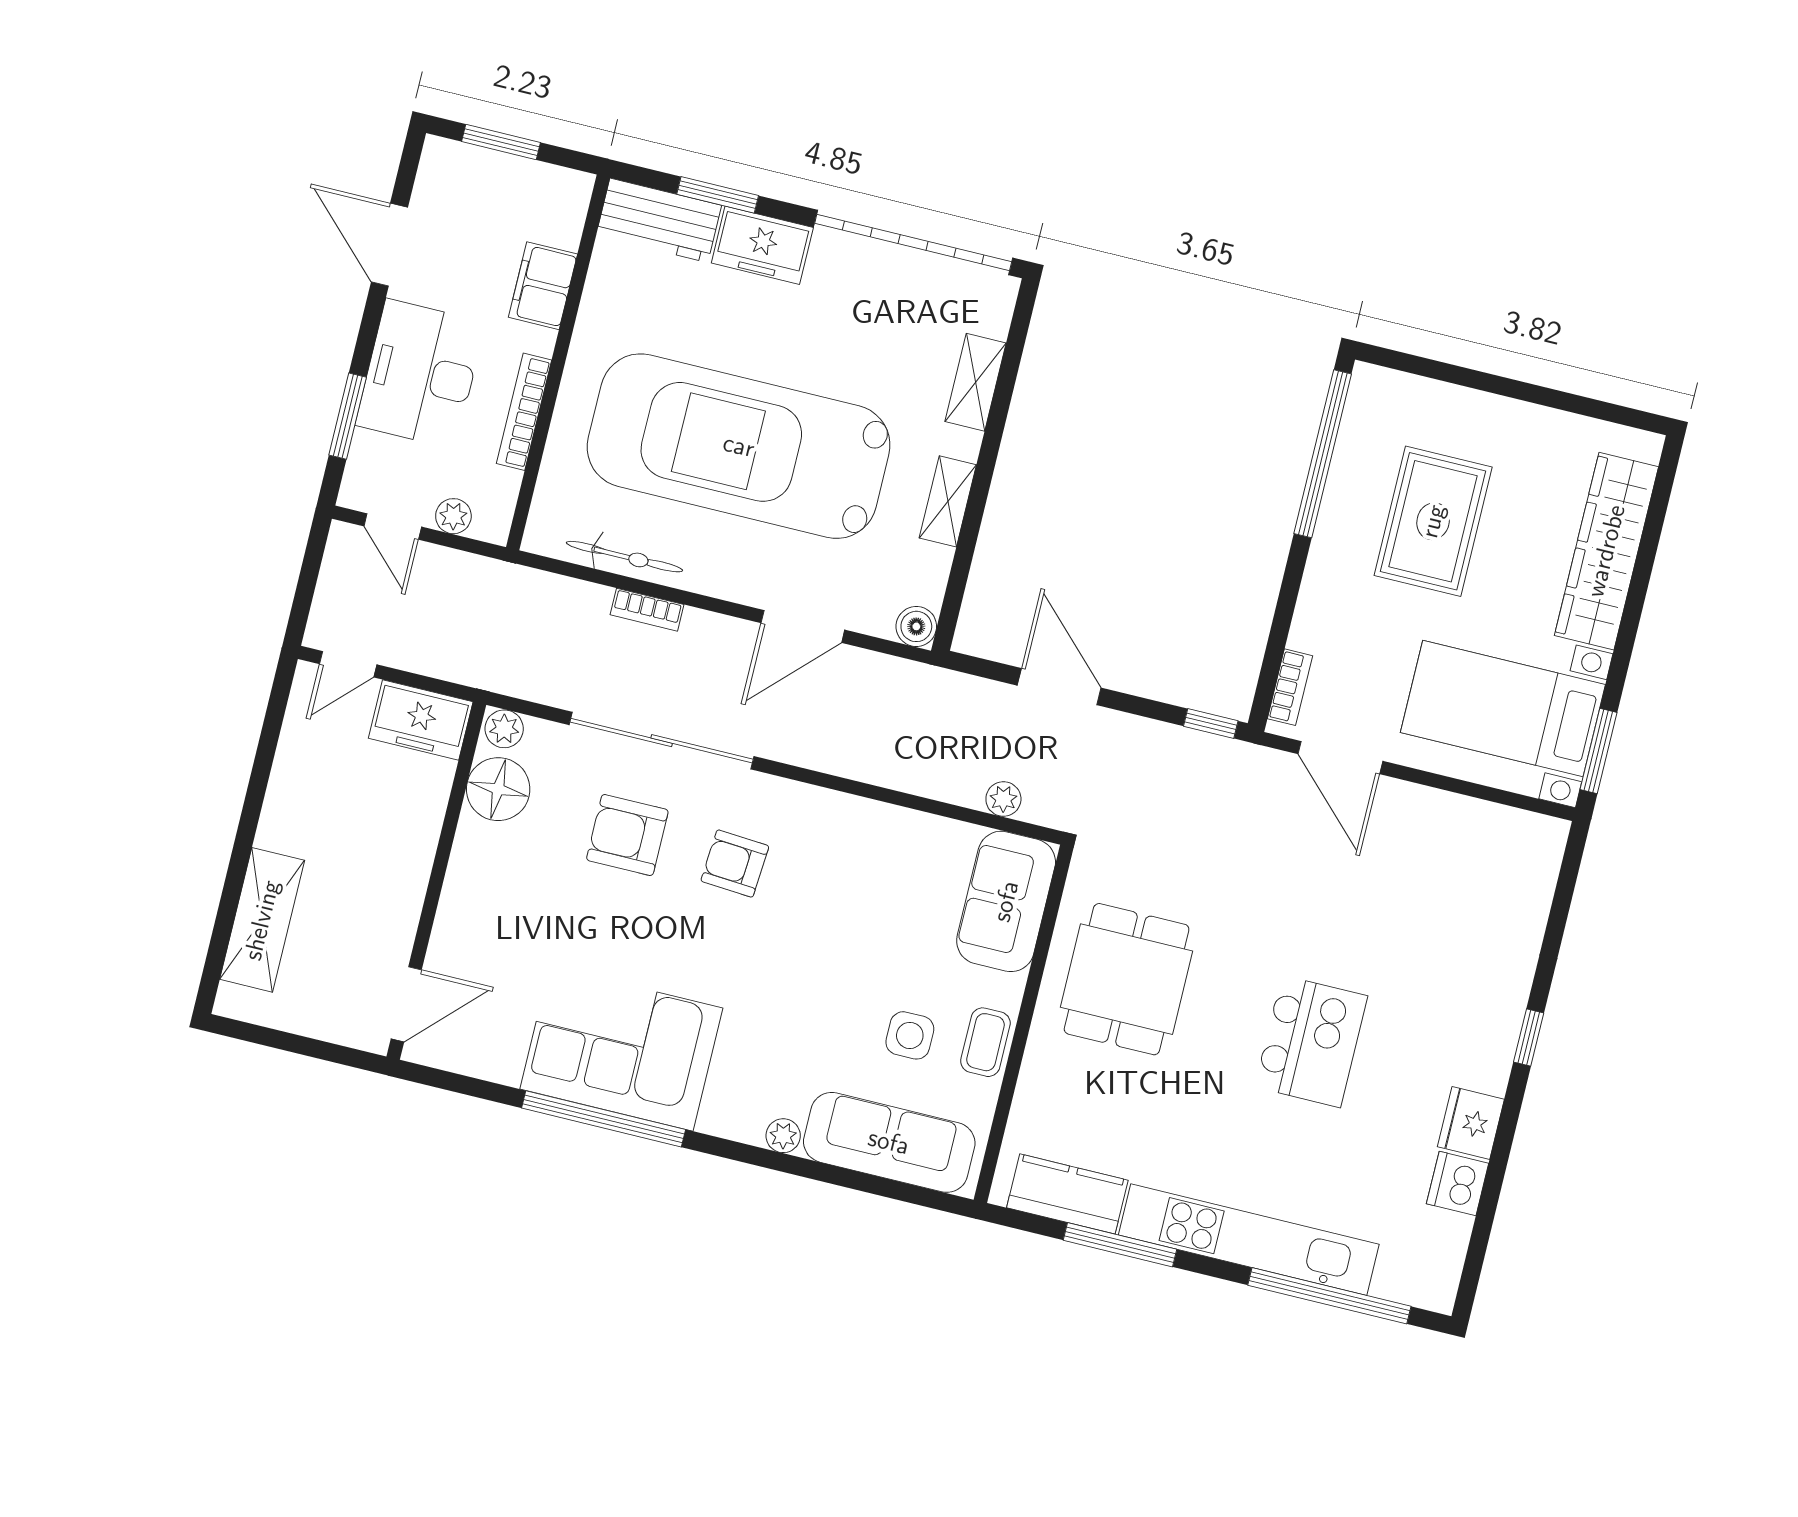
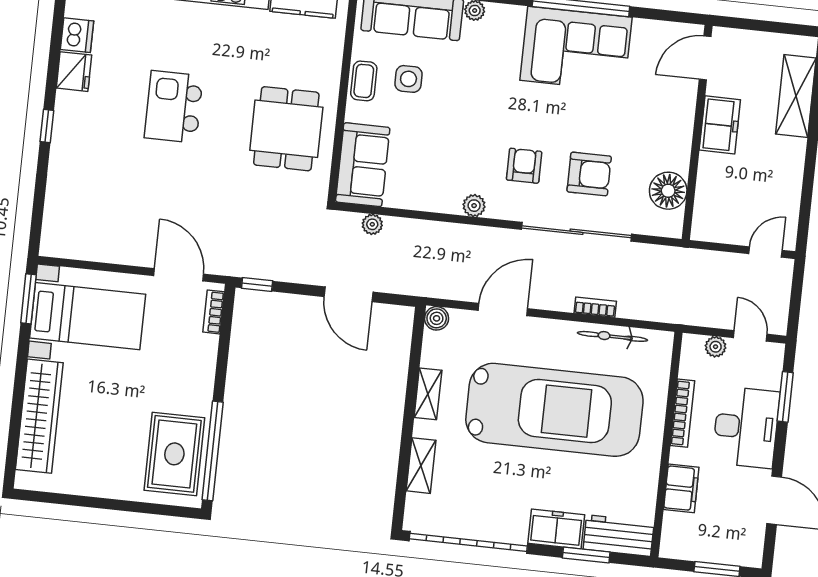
rug: (1433, 521) -> (174, 454), moved
freezer: (421, 720) -> (720, 125), moved, turned 90
plant: (504, 729) -> (474, 206), moved
armchair: (735, 864) -> (524, 166), turned -94

